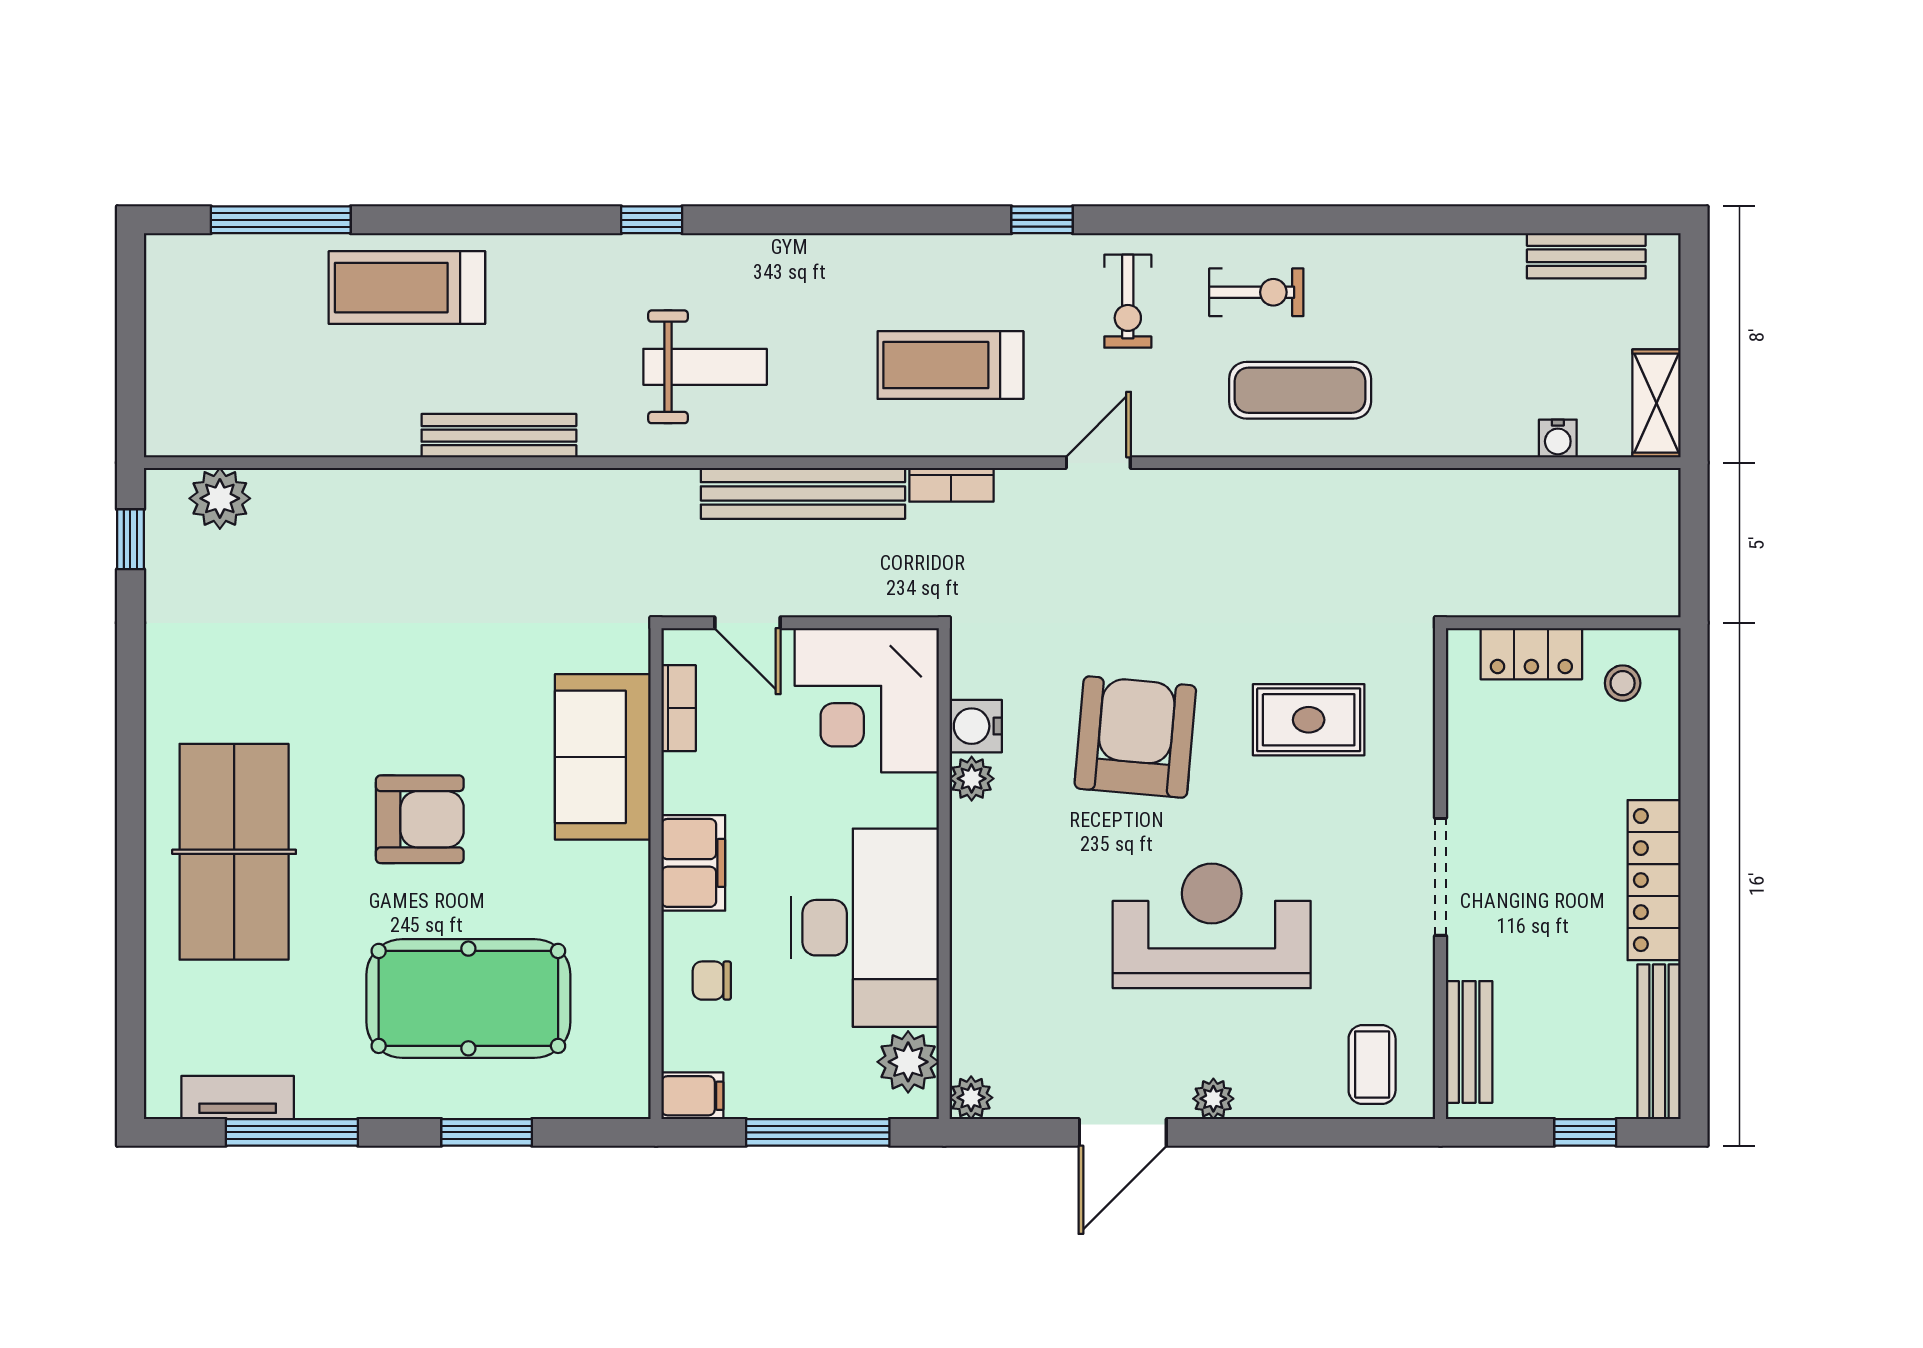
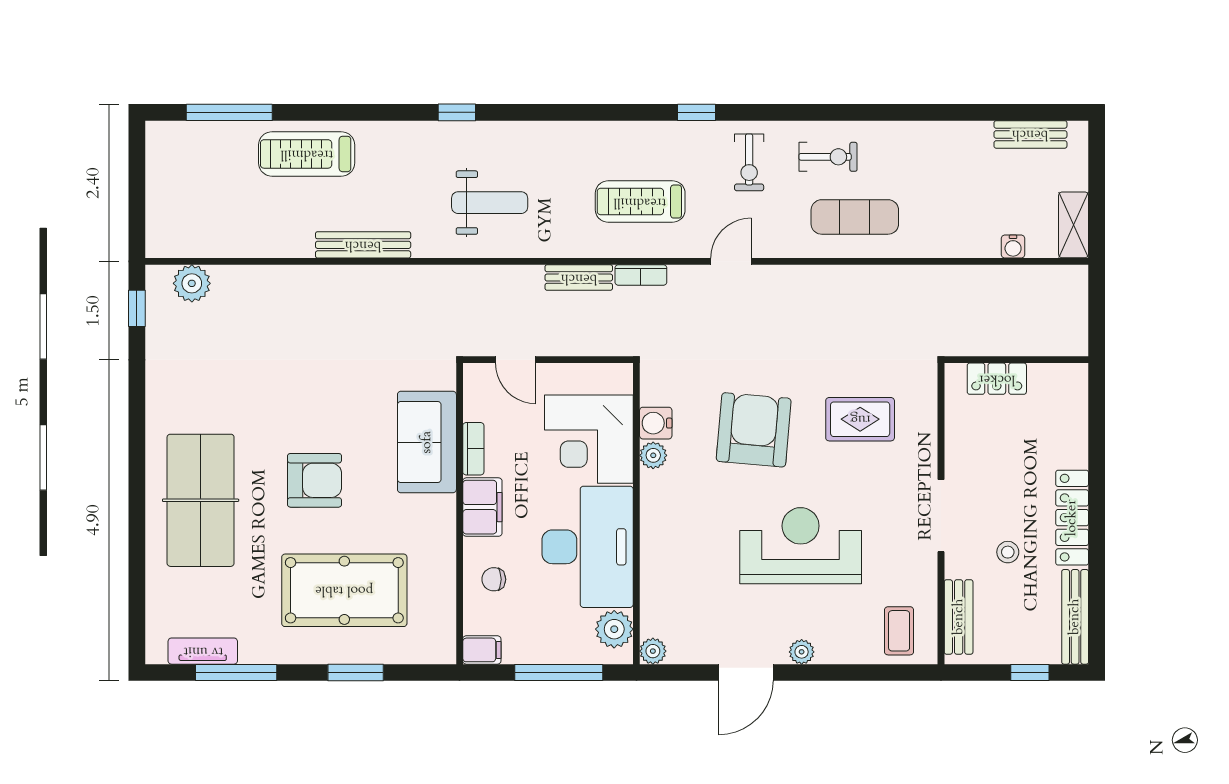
bench: (803, 493) -> (579, 278), width x0.54, depth x0.82
stool: (1623, 683) -> (1008, 552), moved
corner desk: (867, 700) -> (589, 439), moved
bookcase: (679, 708) -> (473, 449), moved

